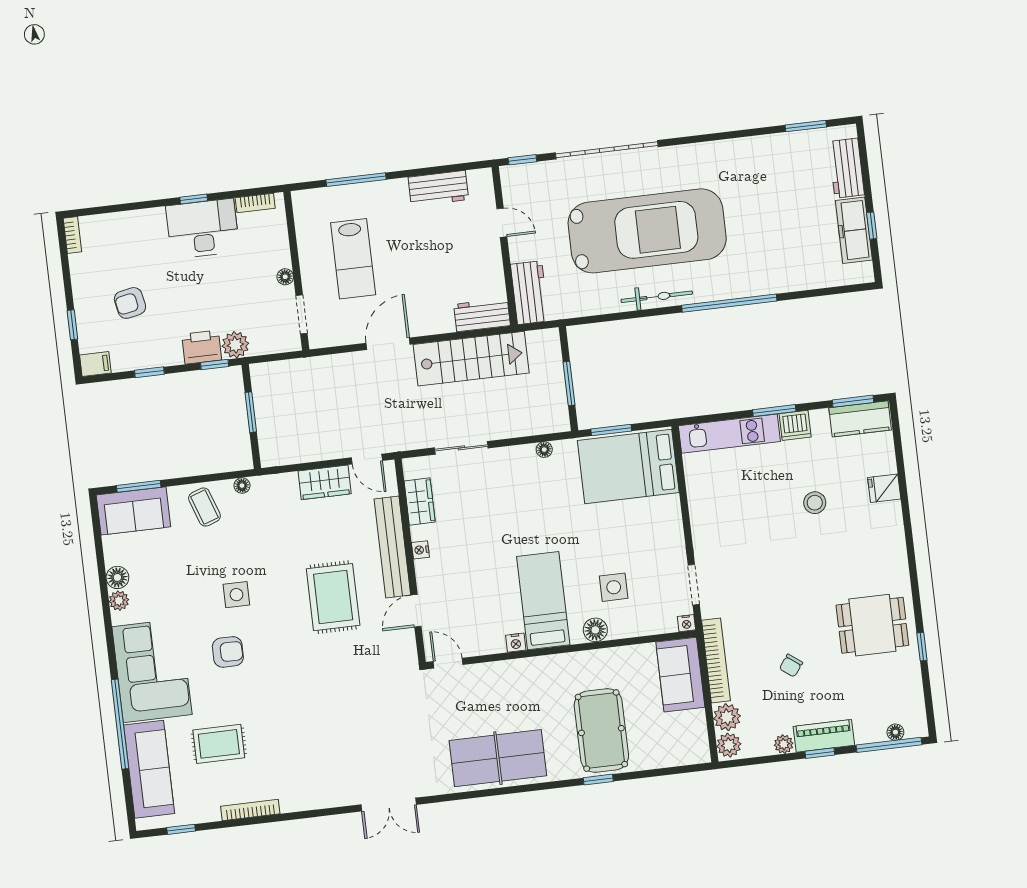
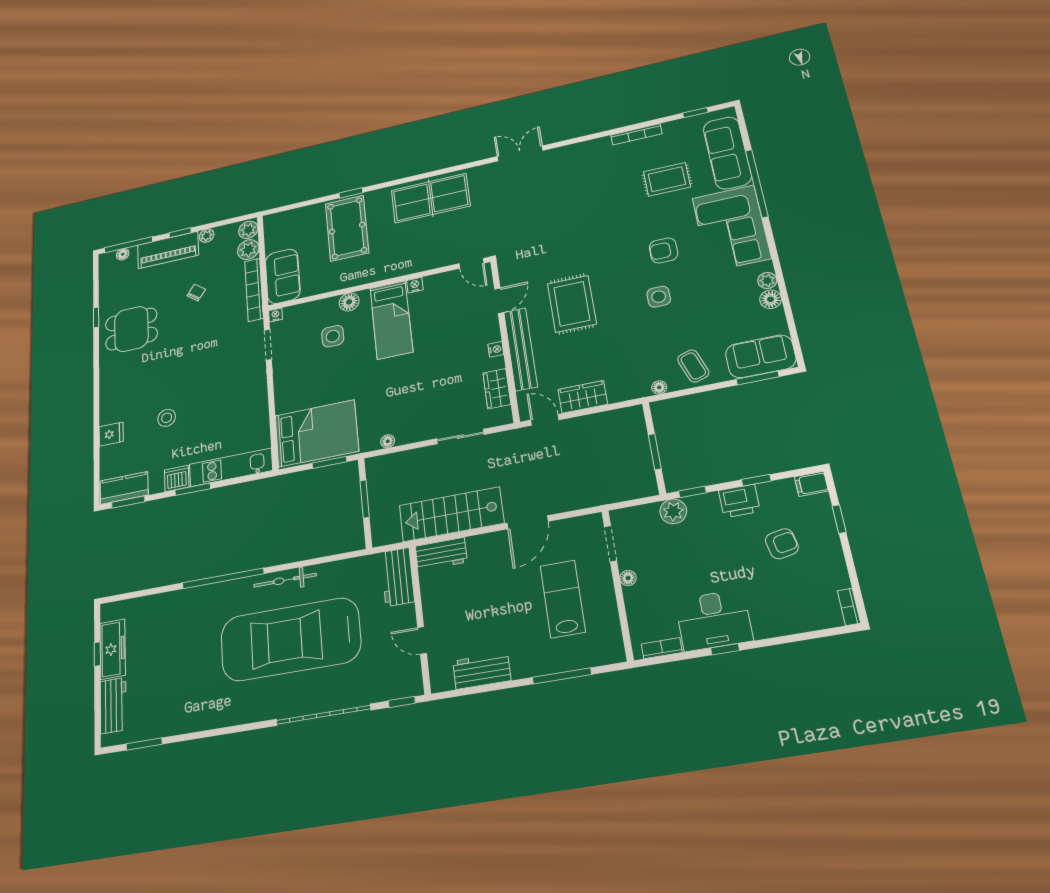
printer: (202, 347) -> (739, 501), moved
piano: (824, 736) -> (168, 250), width x1.37, depth x1.33

